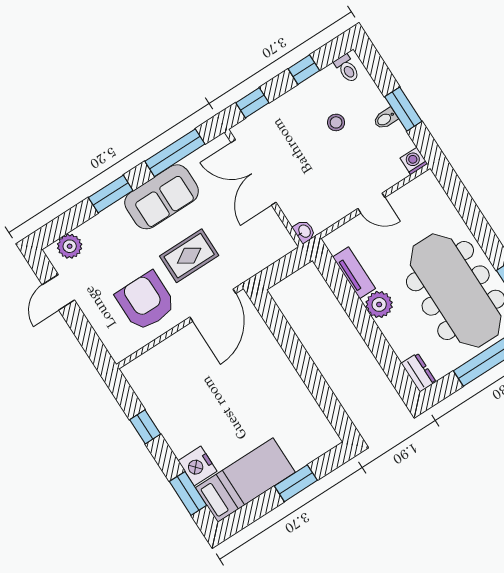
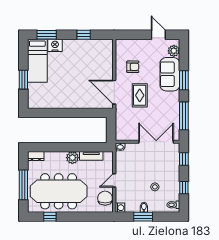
sofa: (162, 197) -> (170, 74), moved
chair: (414, 199) -> (105, 198), added
armchair: (146, 301) -> (133, 67), width x0.53, depth x0.53

